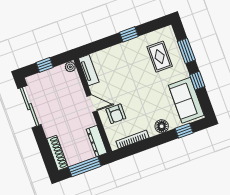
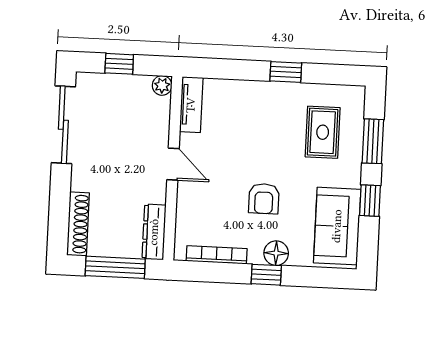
armchair: (116, 114) -> (264, 199), moved
window: (184, 131) -> (266, 275), moved

